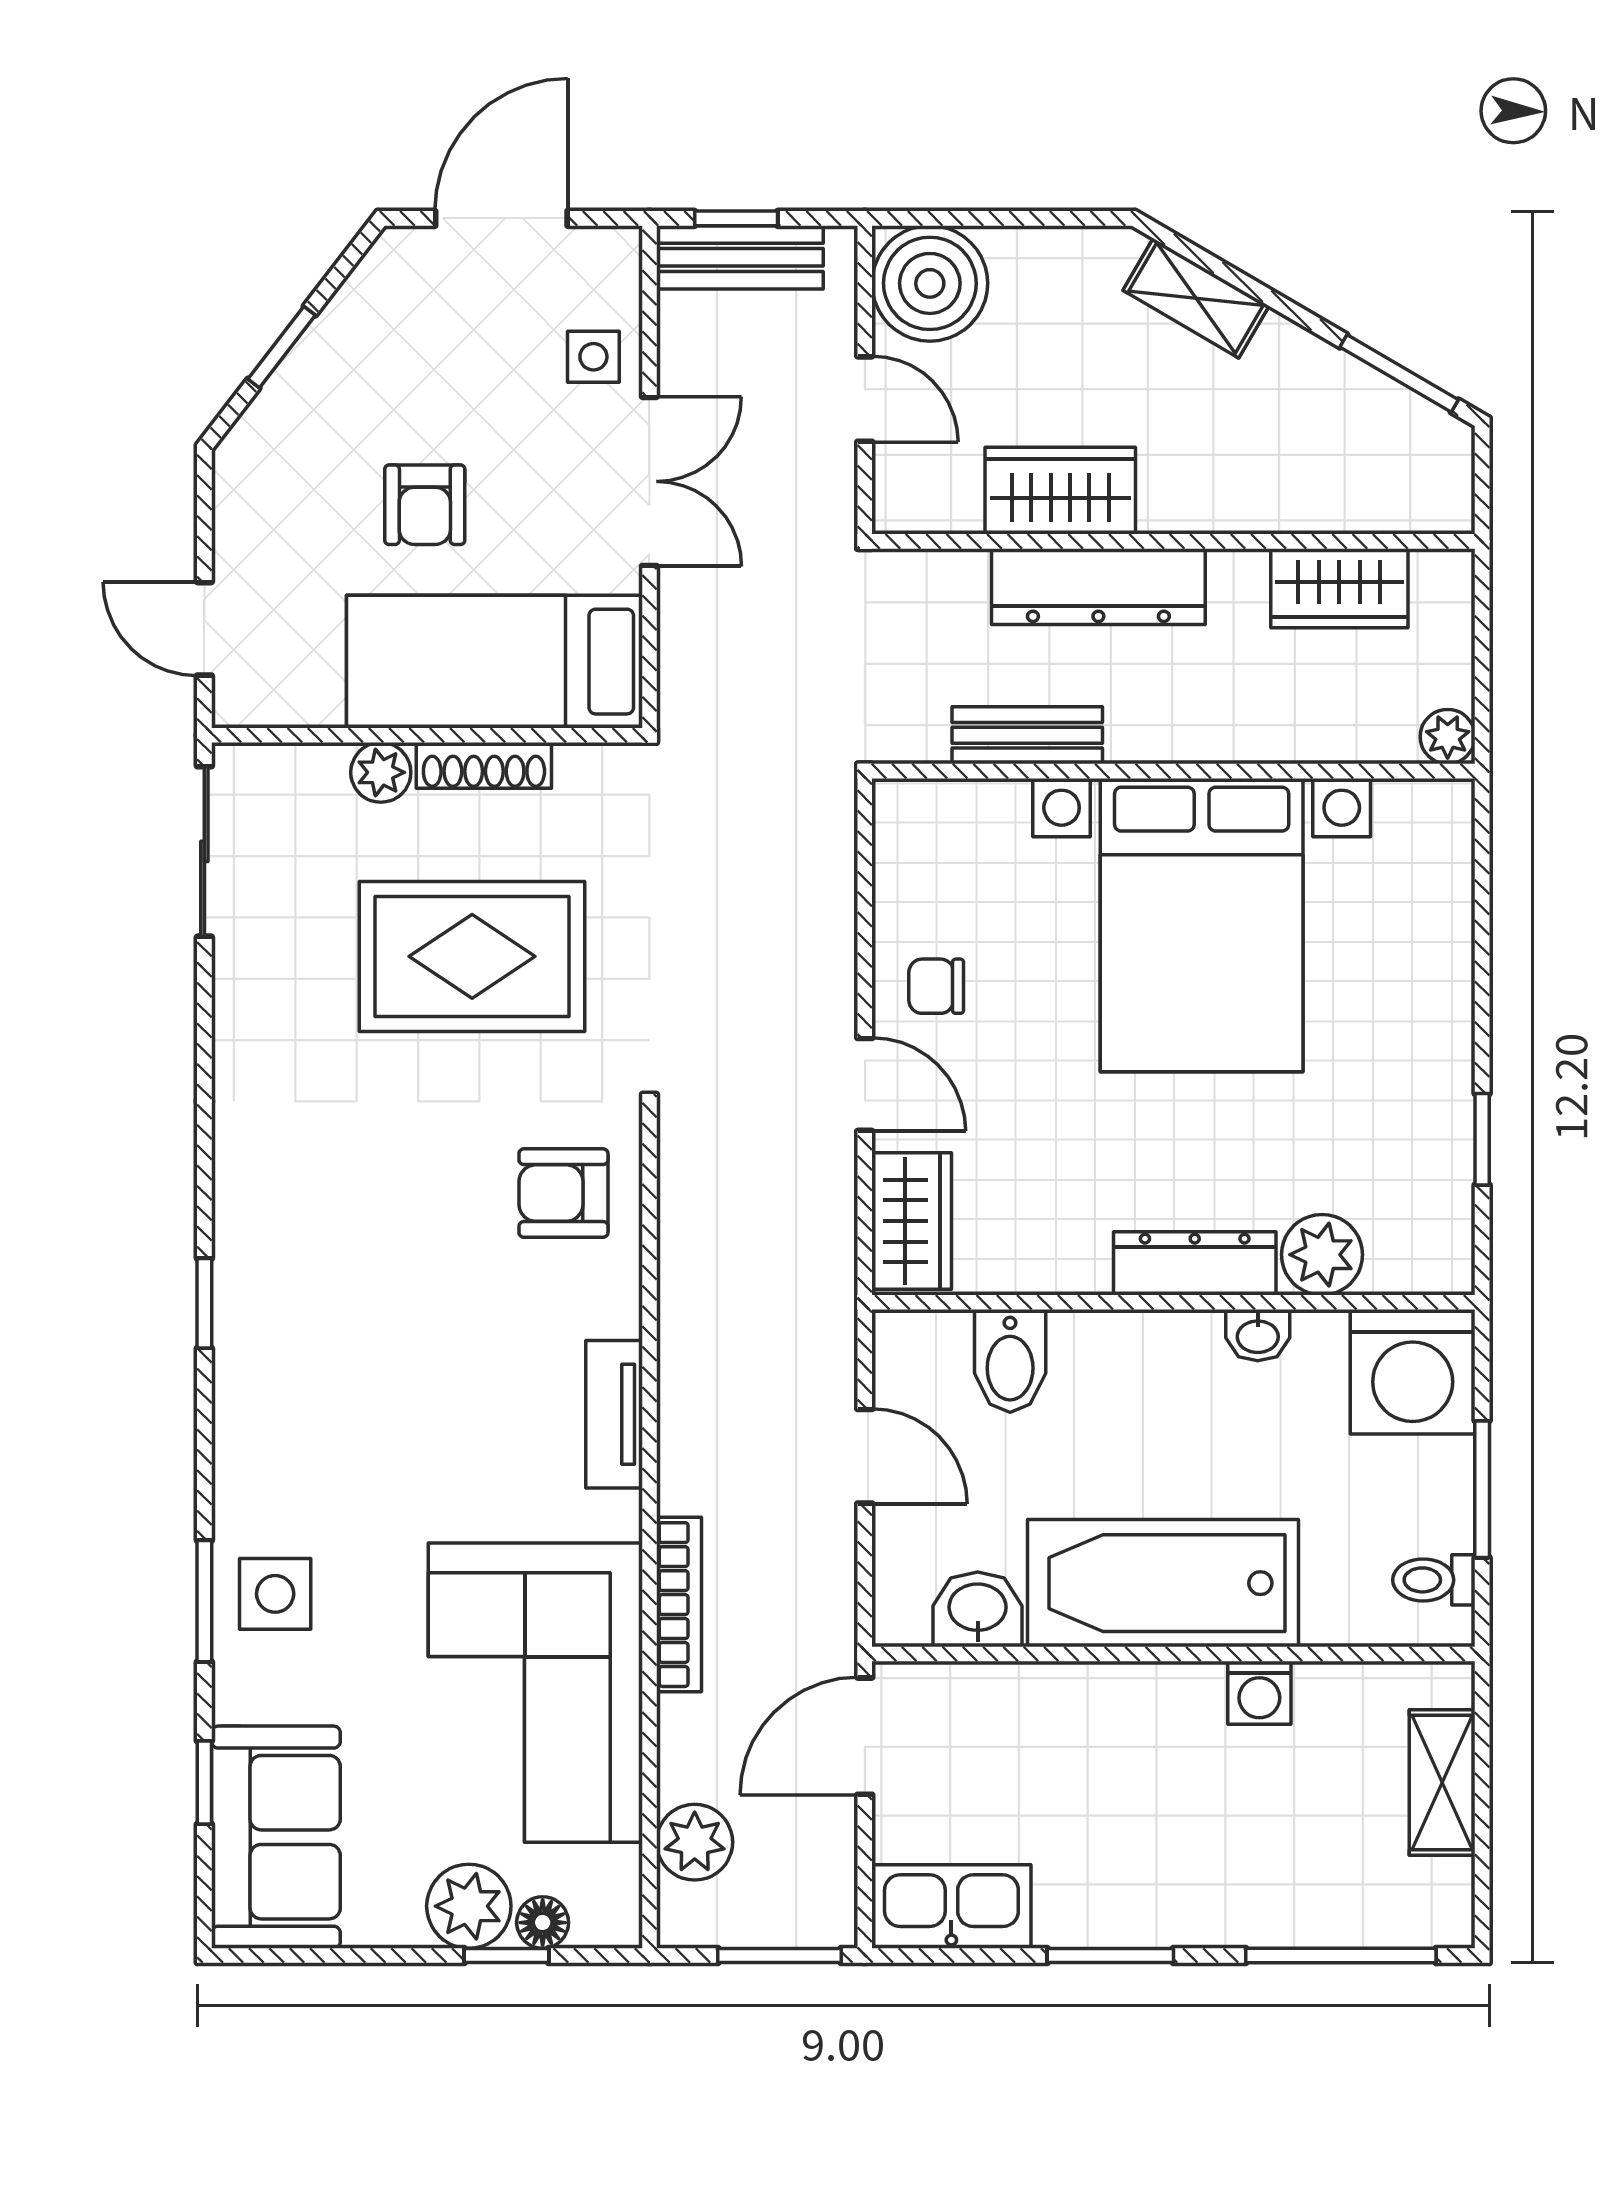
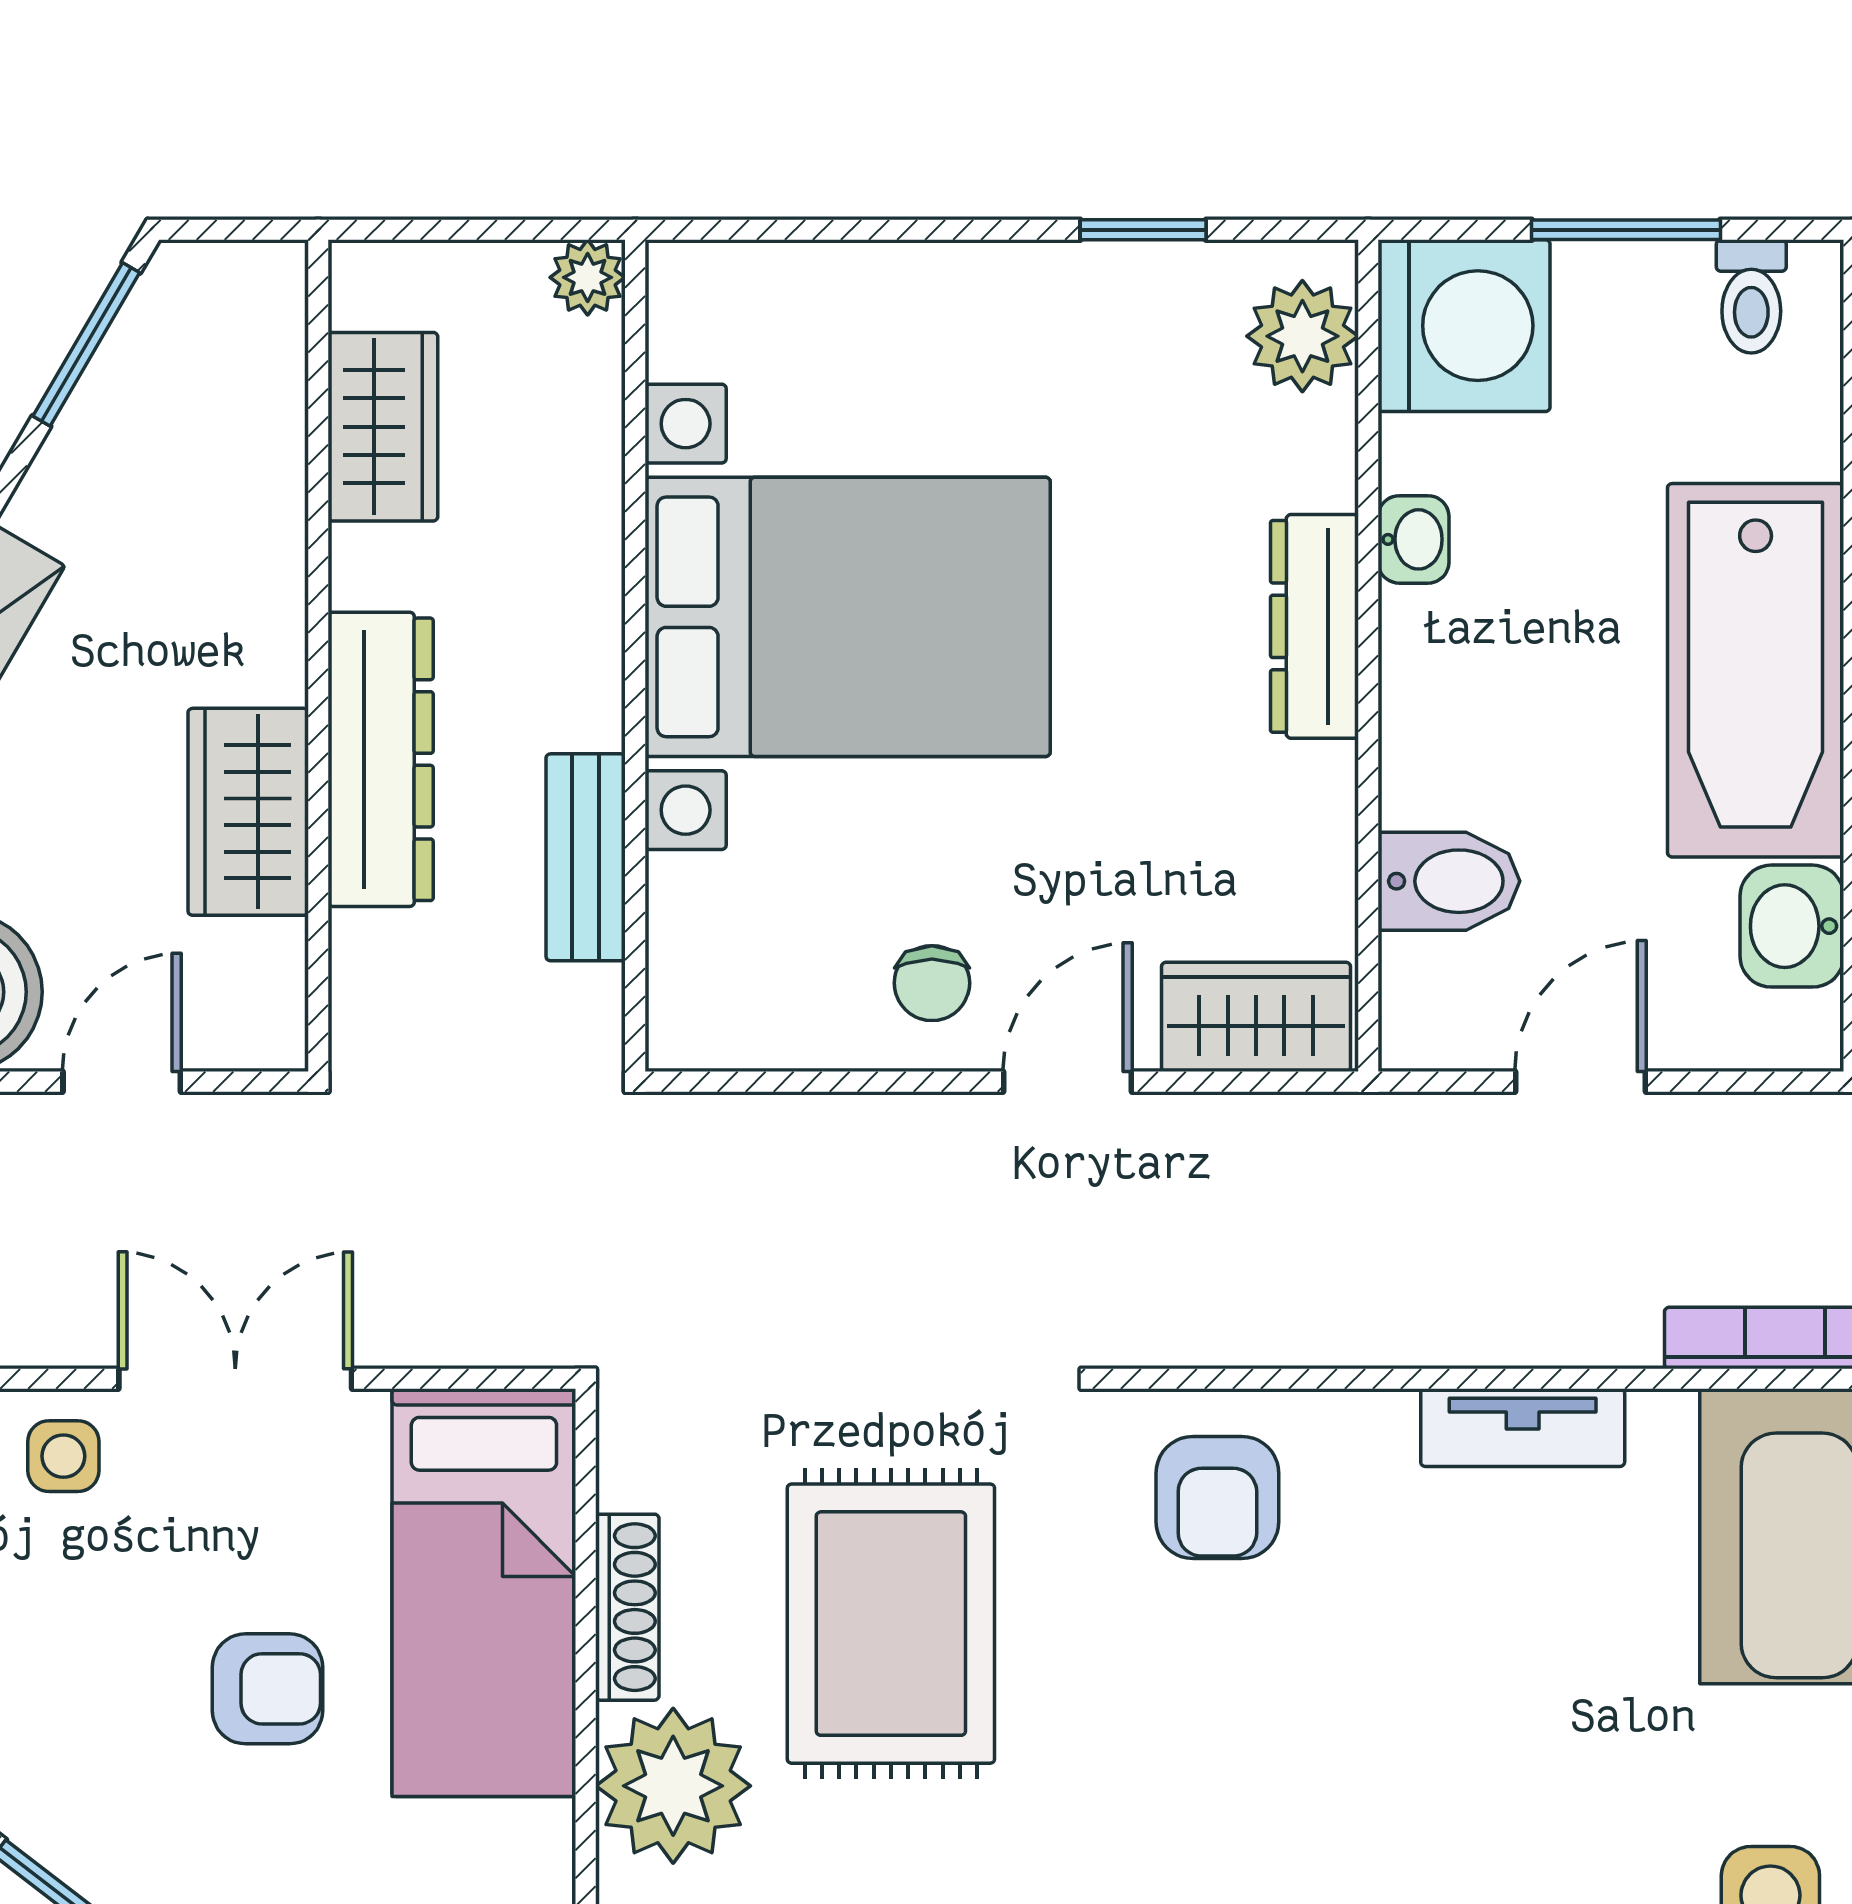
plant: (381, 772) -> (673, 1786), width x1.88, depth x1.88
plant: (1322, 1255) -> (1302, 336), moved

